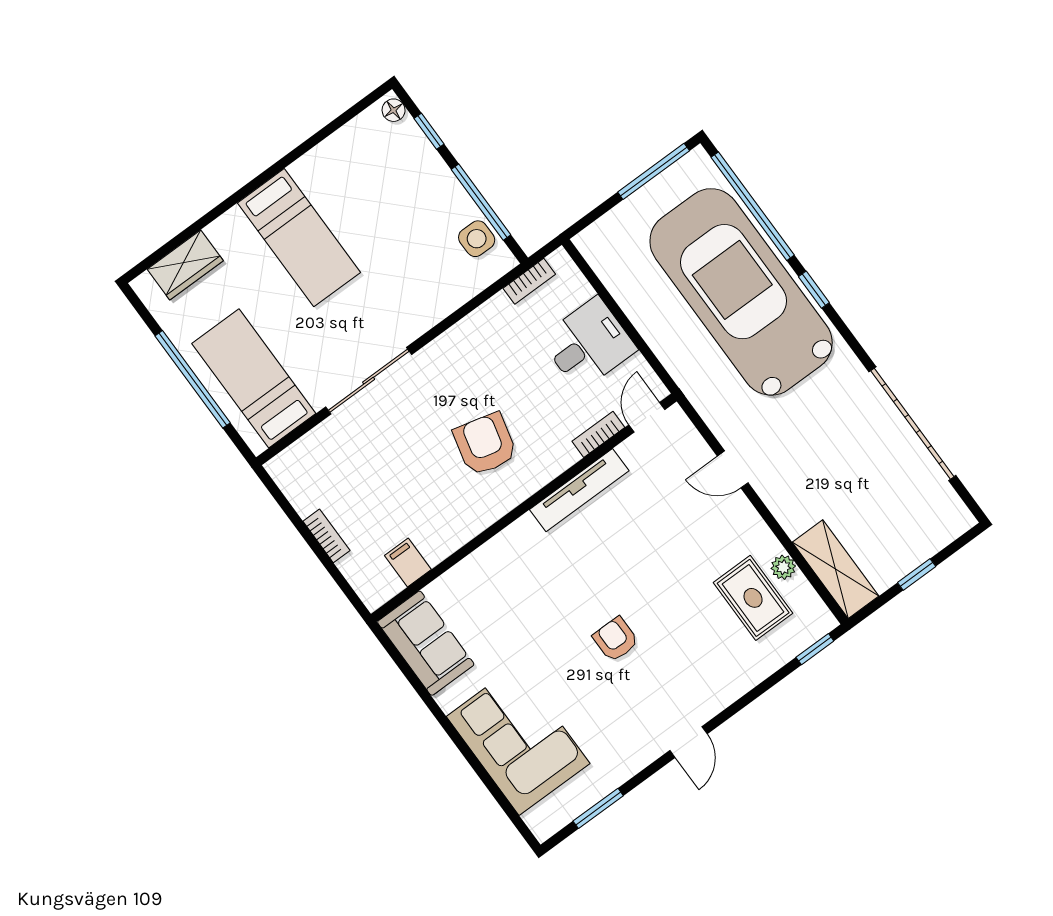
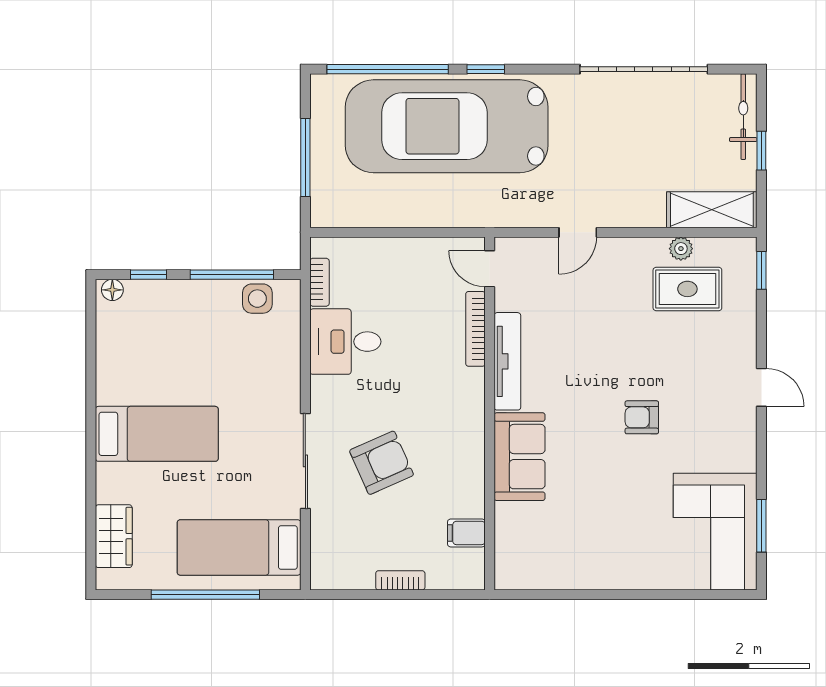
window: (654, 171) -> (305, 158), moved
desk: (588, 344) -> (345, 342), moved, turned -90
bookcase: (598, 434) -> (475, 329), width x1.56
armchair: (485, 444) -> (382, 463), moved, turned 142
bicycle: (934, 538) -> (743, 117), added
sofa: (426, 643) -> (520, 457), moved, turned 90
corner sofa: (518, 740) -> (715, 532), moved, turned -90
door: (688, 742) -> (761, 387), moved

